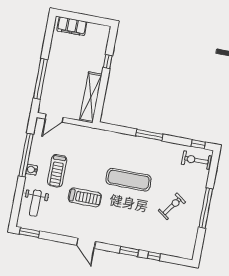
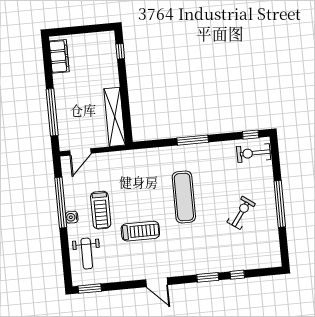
filing cabinet: (72, 26) -> (59, 56), moved, turned -90
window: (108, 62) -> (120, 51), moved
exercise mat: (129, 180) -> (184, 197), turned 90

